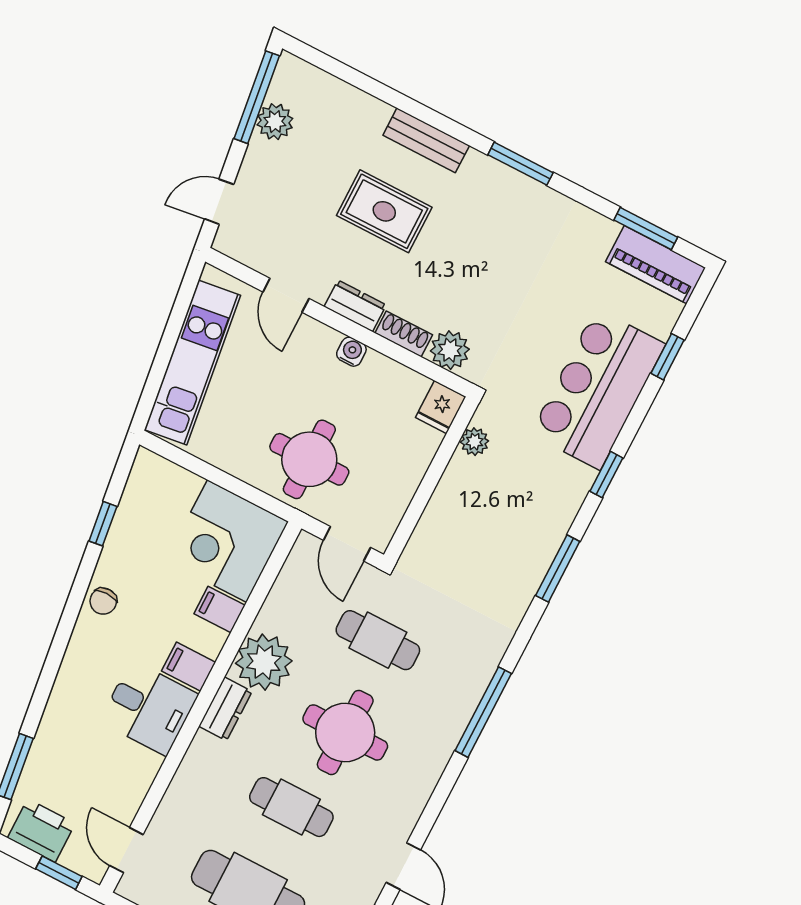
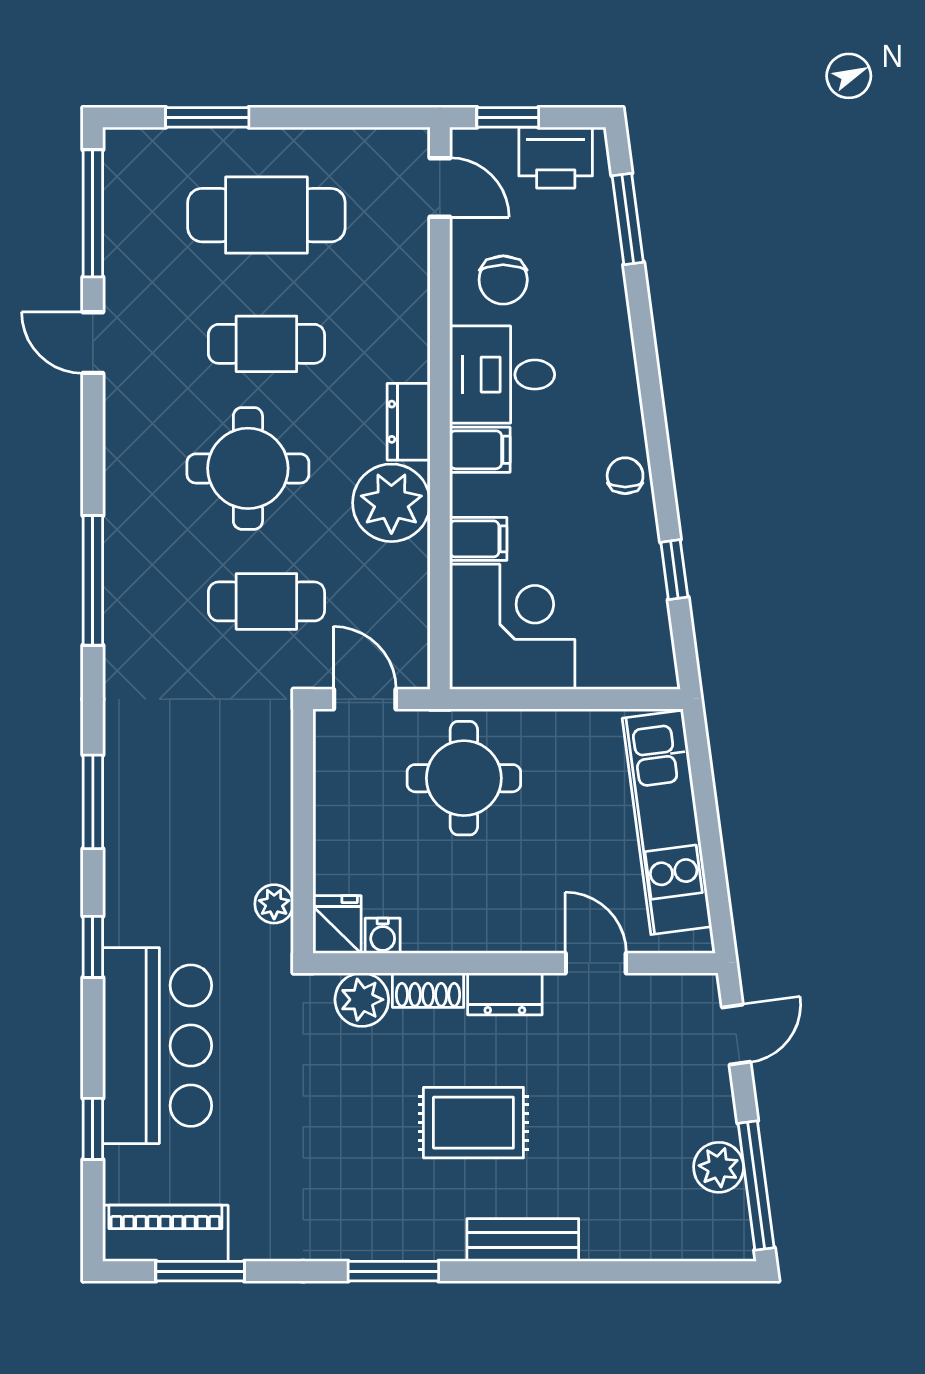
rug: (384, 211) -> (473, 1123), moved
water cooler: (351, 352) -> (383, 936), moved
chair: (117, 769) -> (503, 280), added

